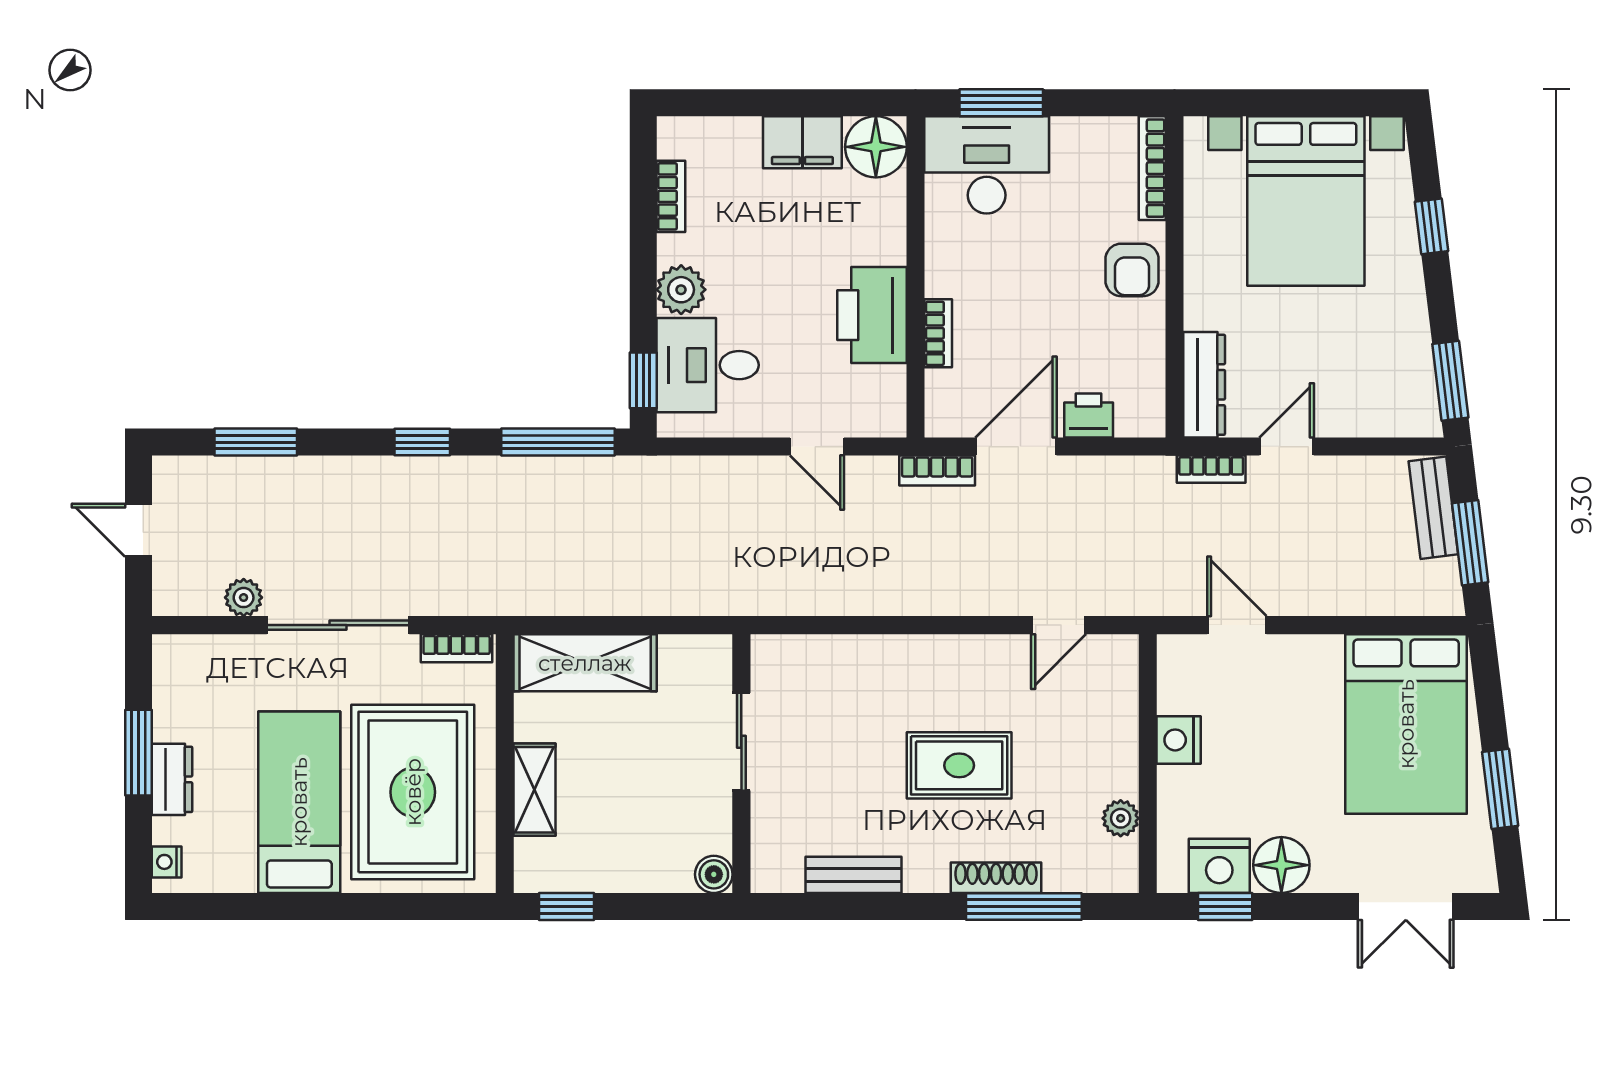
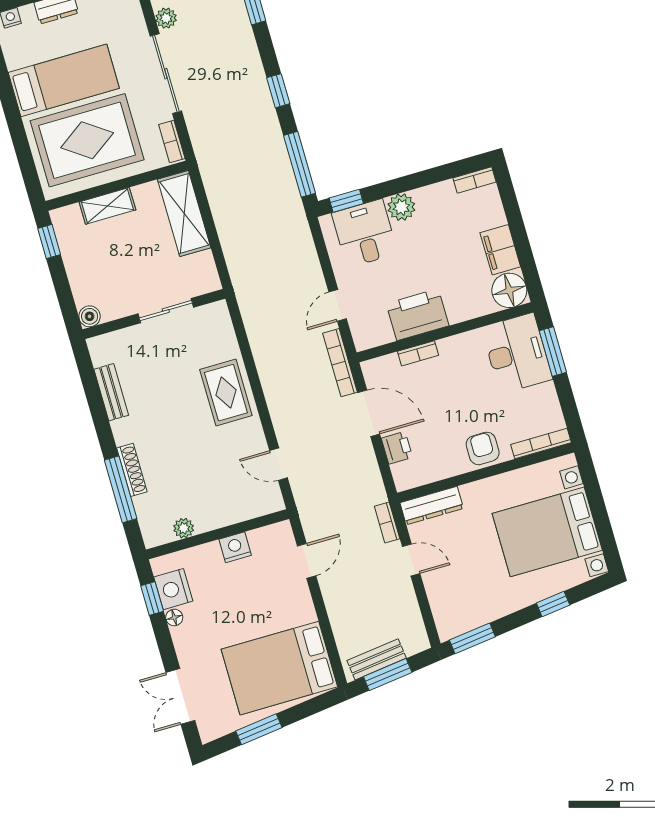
bookcase: (671, 196) -> (474, 180), moved
armchair: (1132, 270) -> (483, 448), turned 90
bookcase: (937, 471) -> (340, 363), width x1.56
bench: (1433, 508) -> (377, 659), moved
rug: (959, 765) -> (226, 393), moved
floor lamp: (1281, 865) -> (174, 617), width x0.53, depth x0.53

